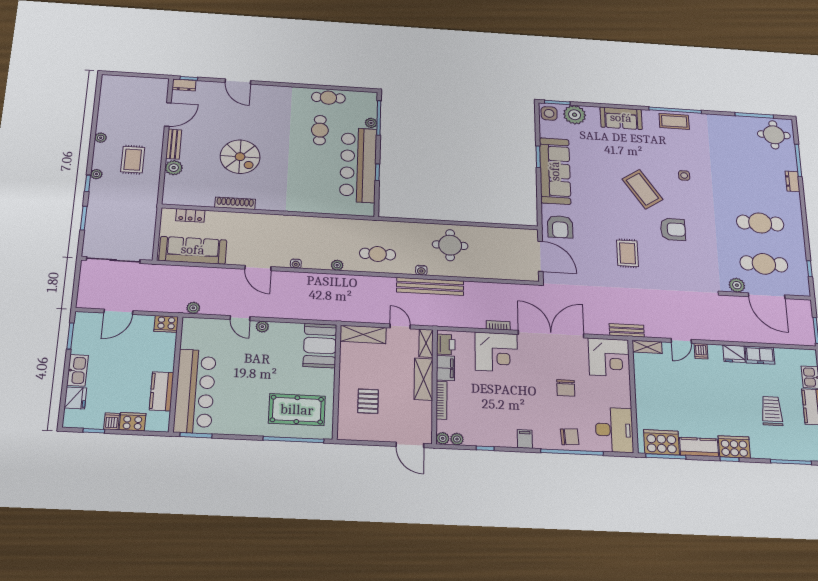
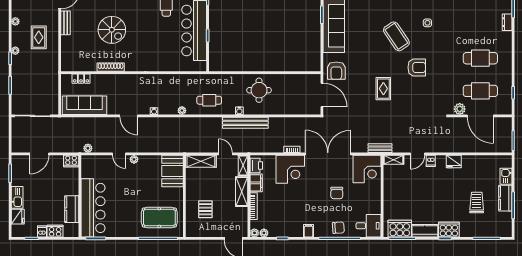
plant: (174, 168) -> (67, 42), removed
freezer: (760, 355) -> (472, 162), removed
desk: (614, 430) -> (368, 226), width x0.73

